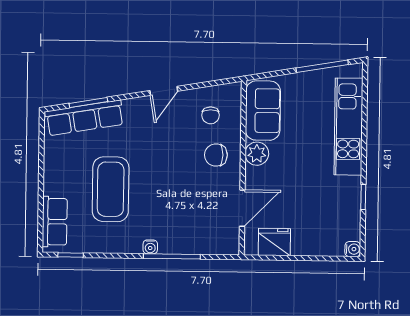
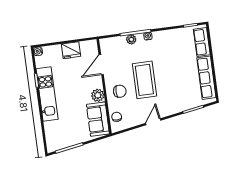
chair: (211, 115) -> (117, 117), moved
row of seats: (84, 118) -> (206, 78), moved, turned -80
kitchen unit: (348, 127) -> (47, 94), moved
coffee table: (111, 189) -> (144, 80), moved
fridge: (274, 242) -> (71, 50), moved
plant: (181, 245) -> (131, 39), added

